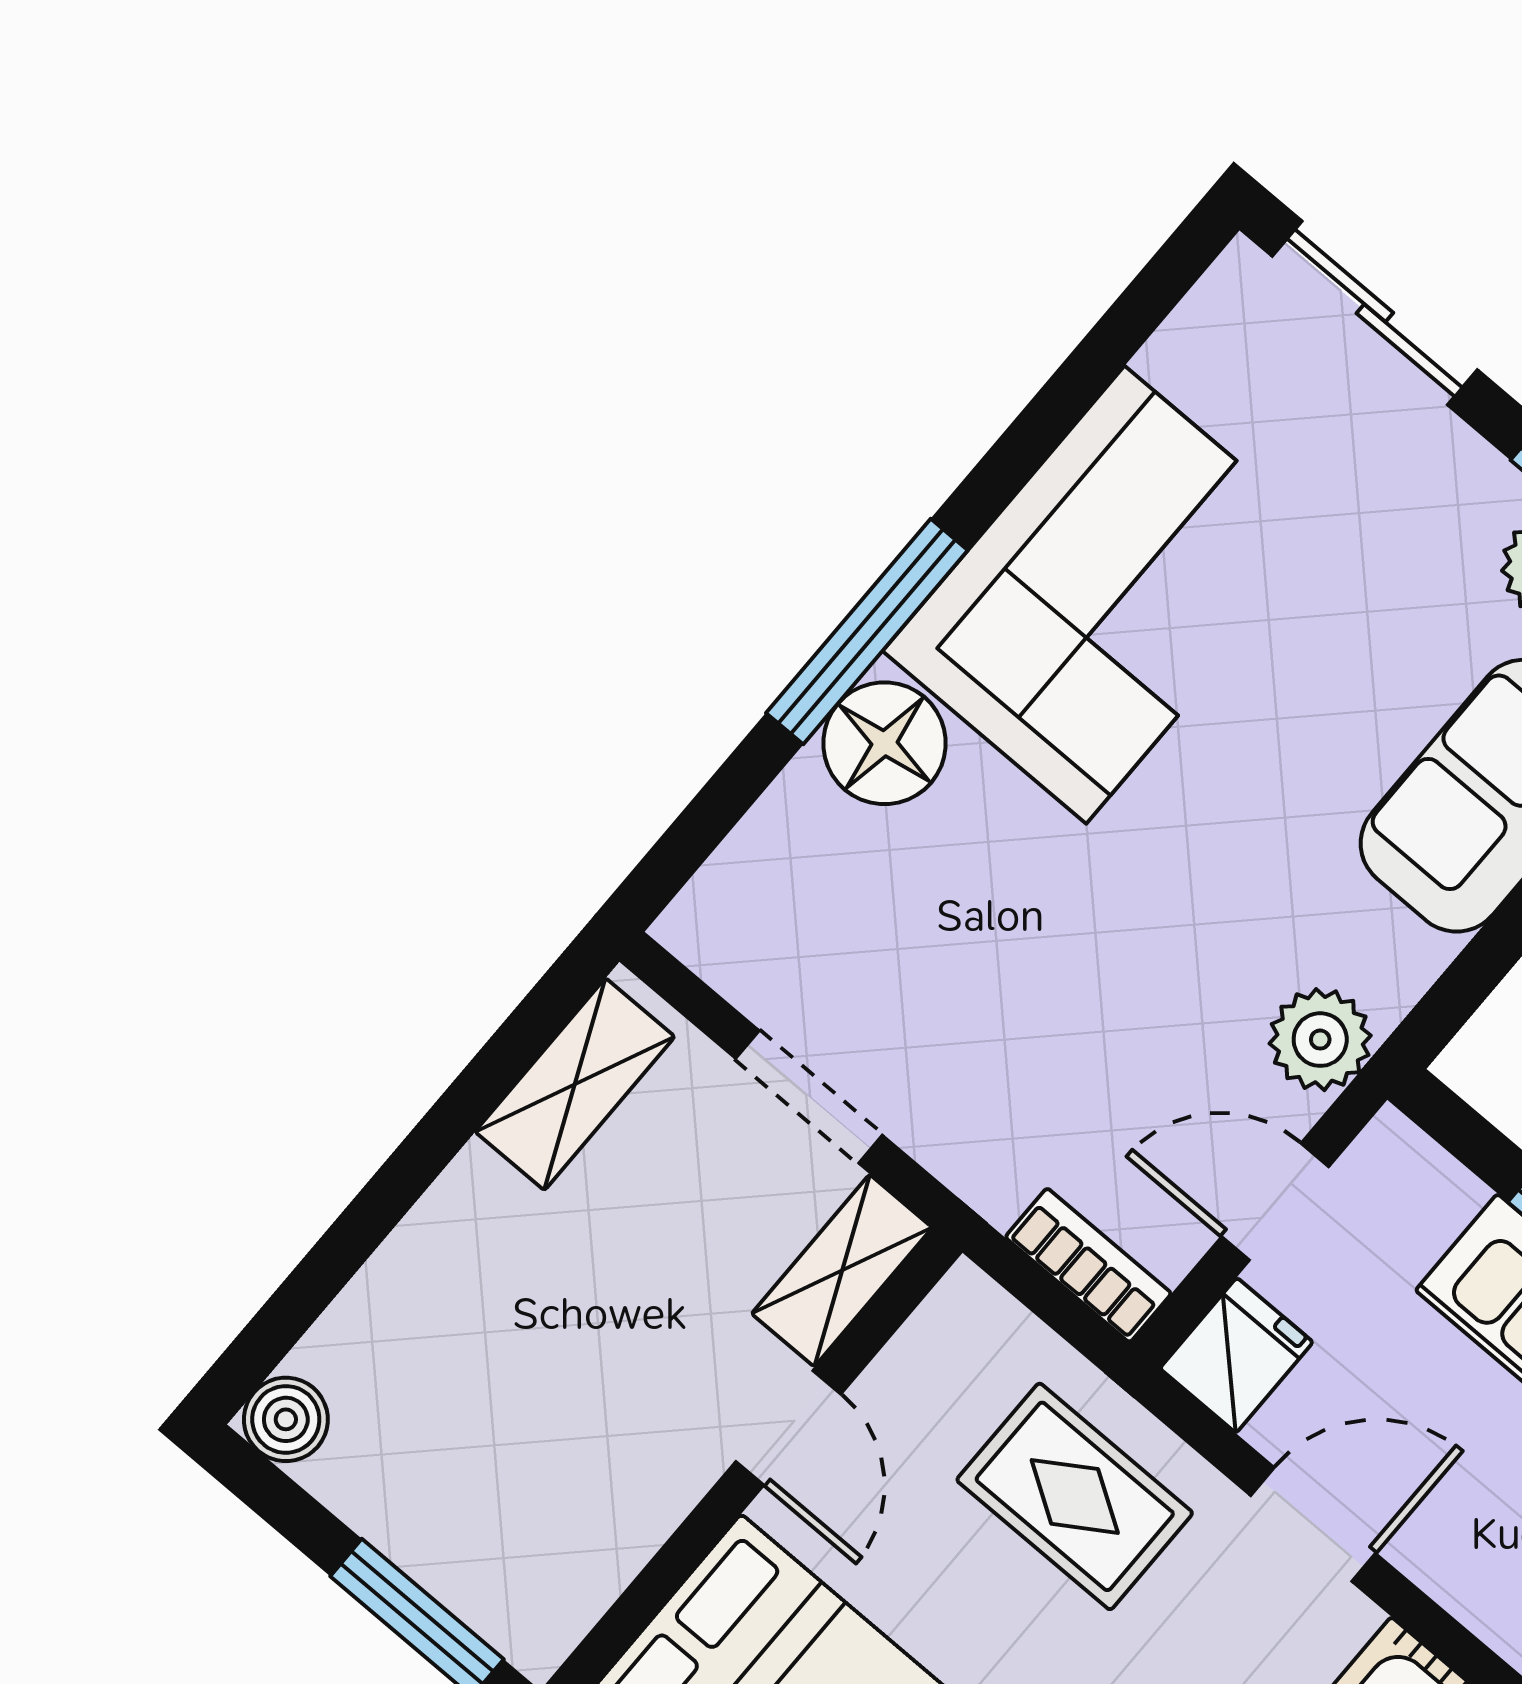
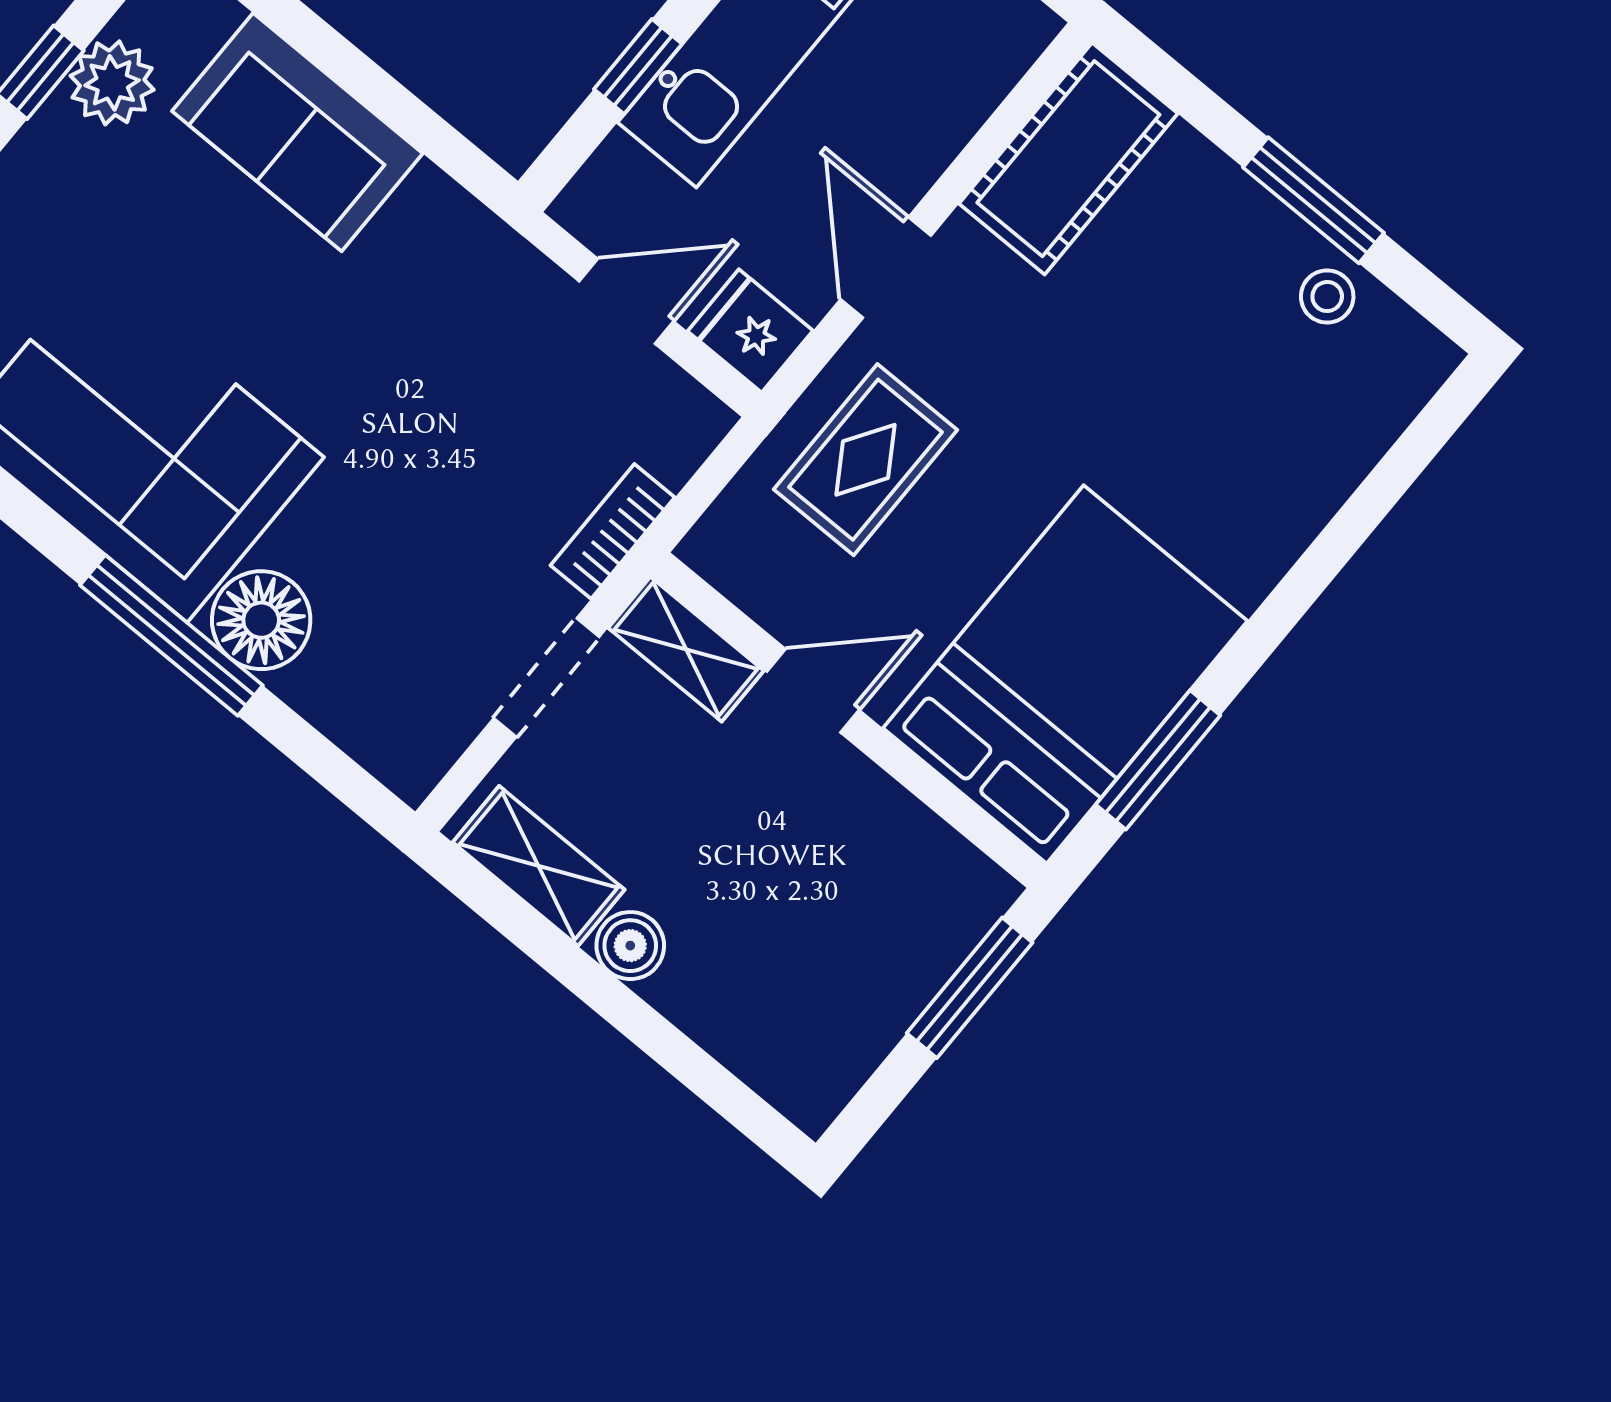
plant: (1320, 1040) -> (495, 267), removed
door: (1275, 1202) -> (626, 301), swing flipped
bookcase: (1088, 1265) -> (613, 531), moved
boiler: (286, 1419) -> (630, 946), moved

